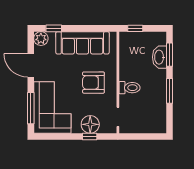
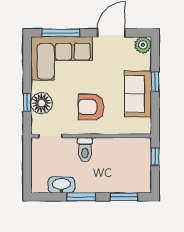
window: (54, 28) -> (155, 82), moved
sofa: (82, 43) -> (138, 94), width x0.73
washbasin: (159, 57) -> (61, 185), moved
armchair: (93, 83) -> (91, 107), turned -90

